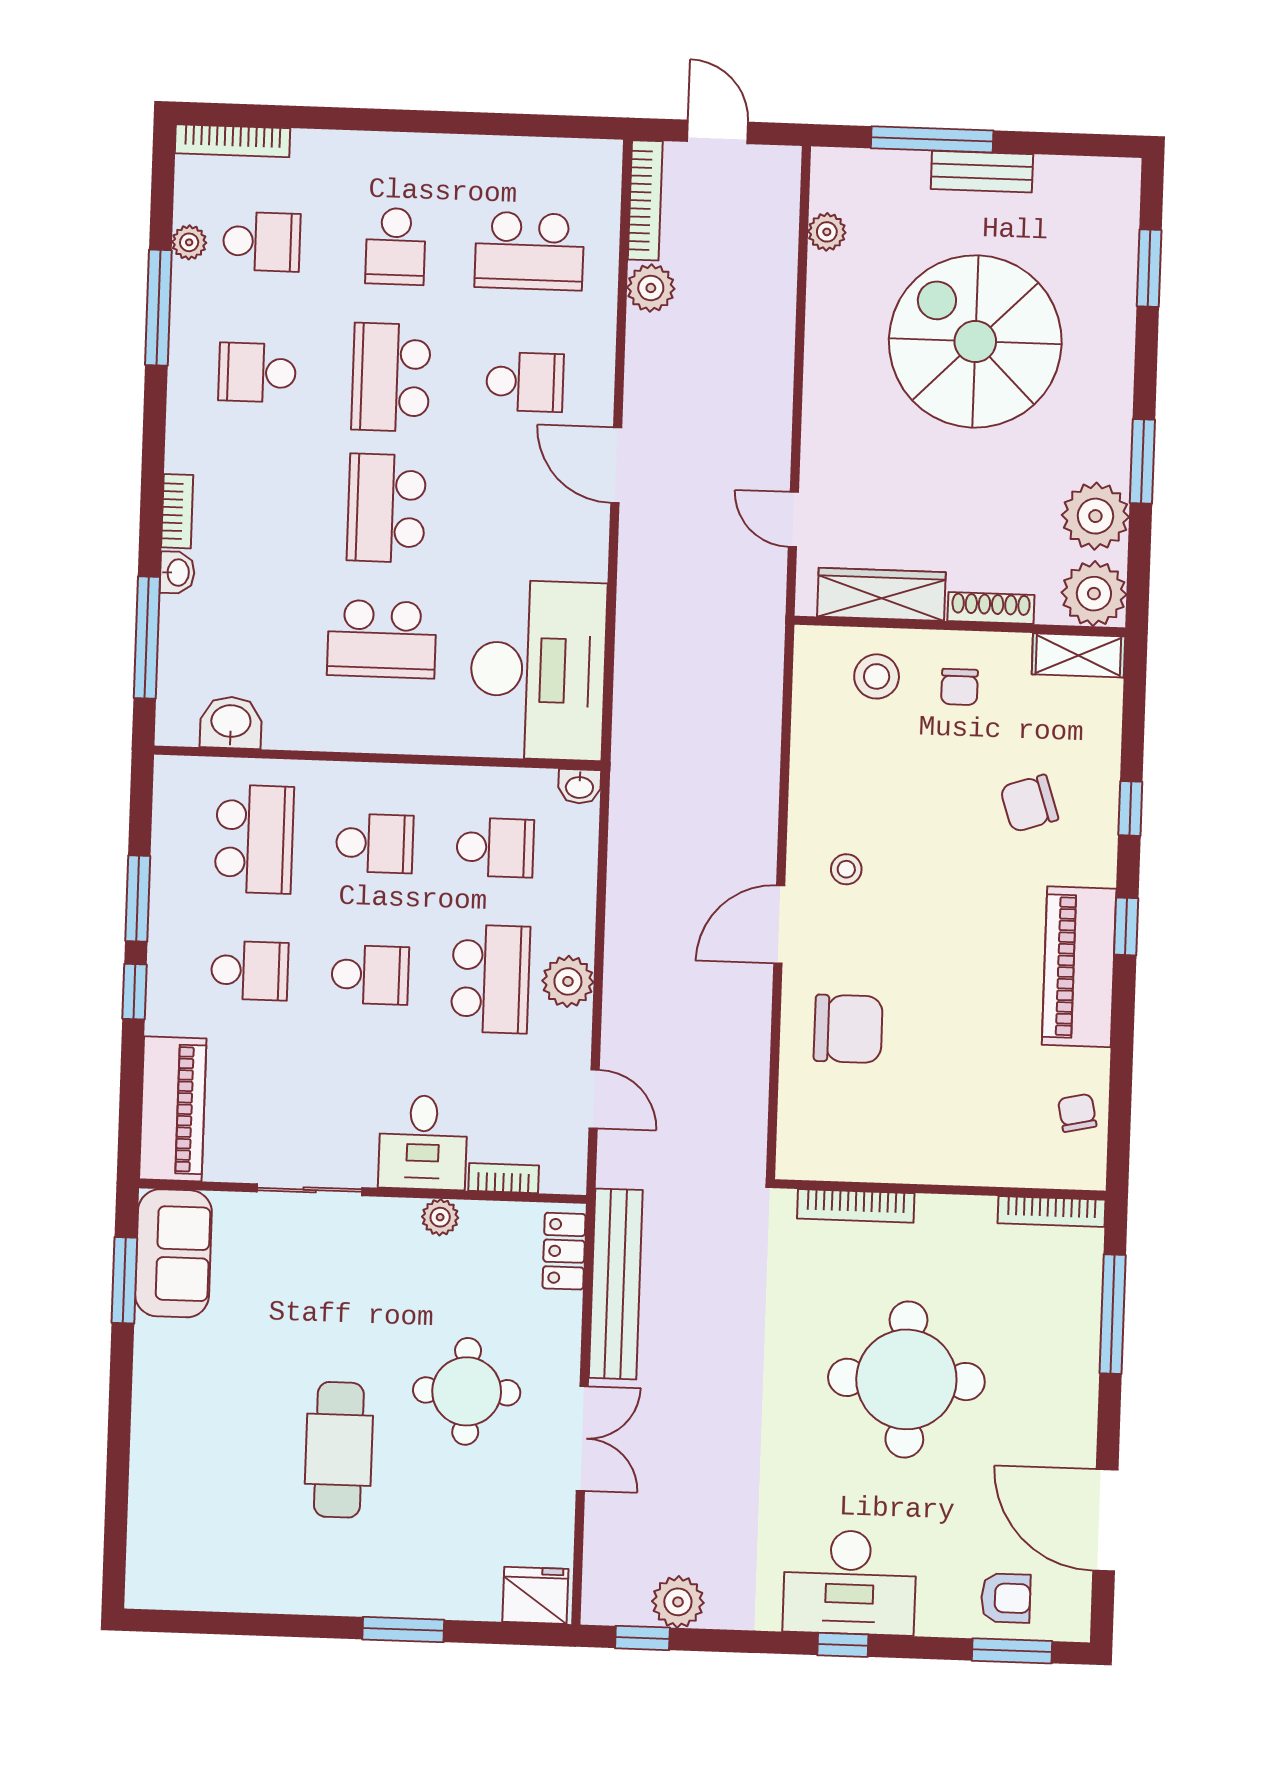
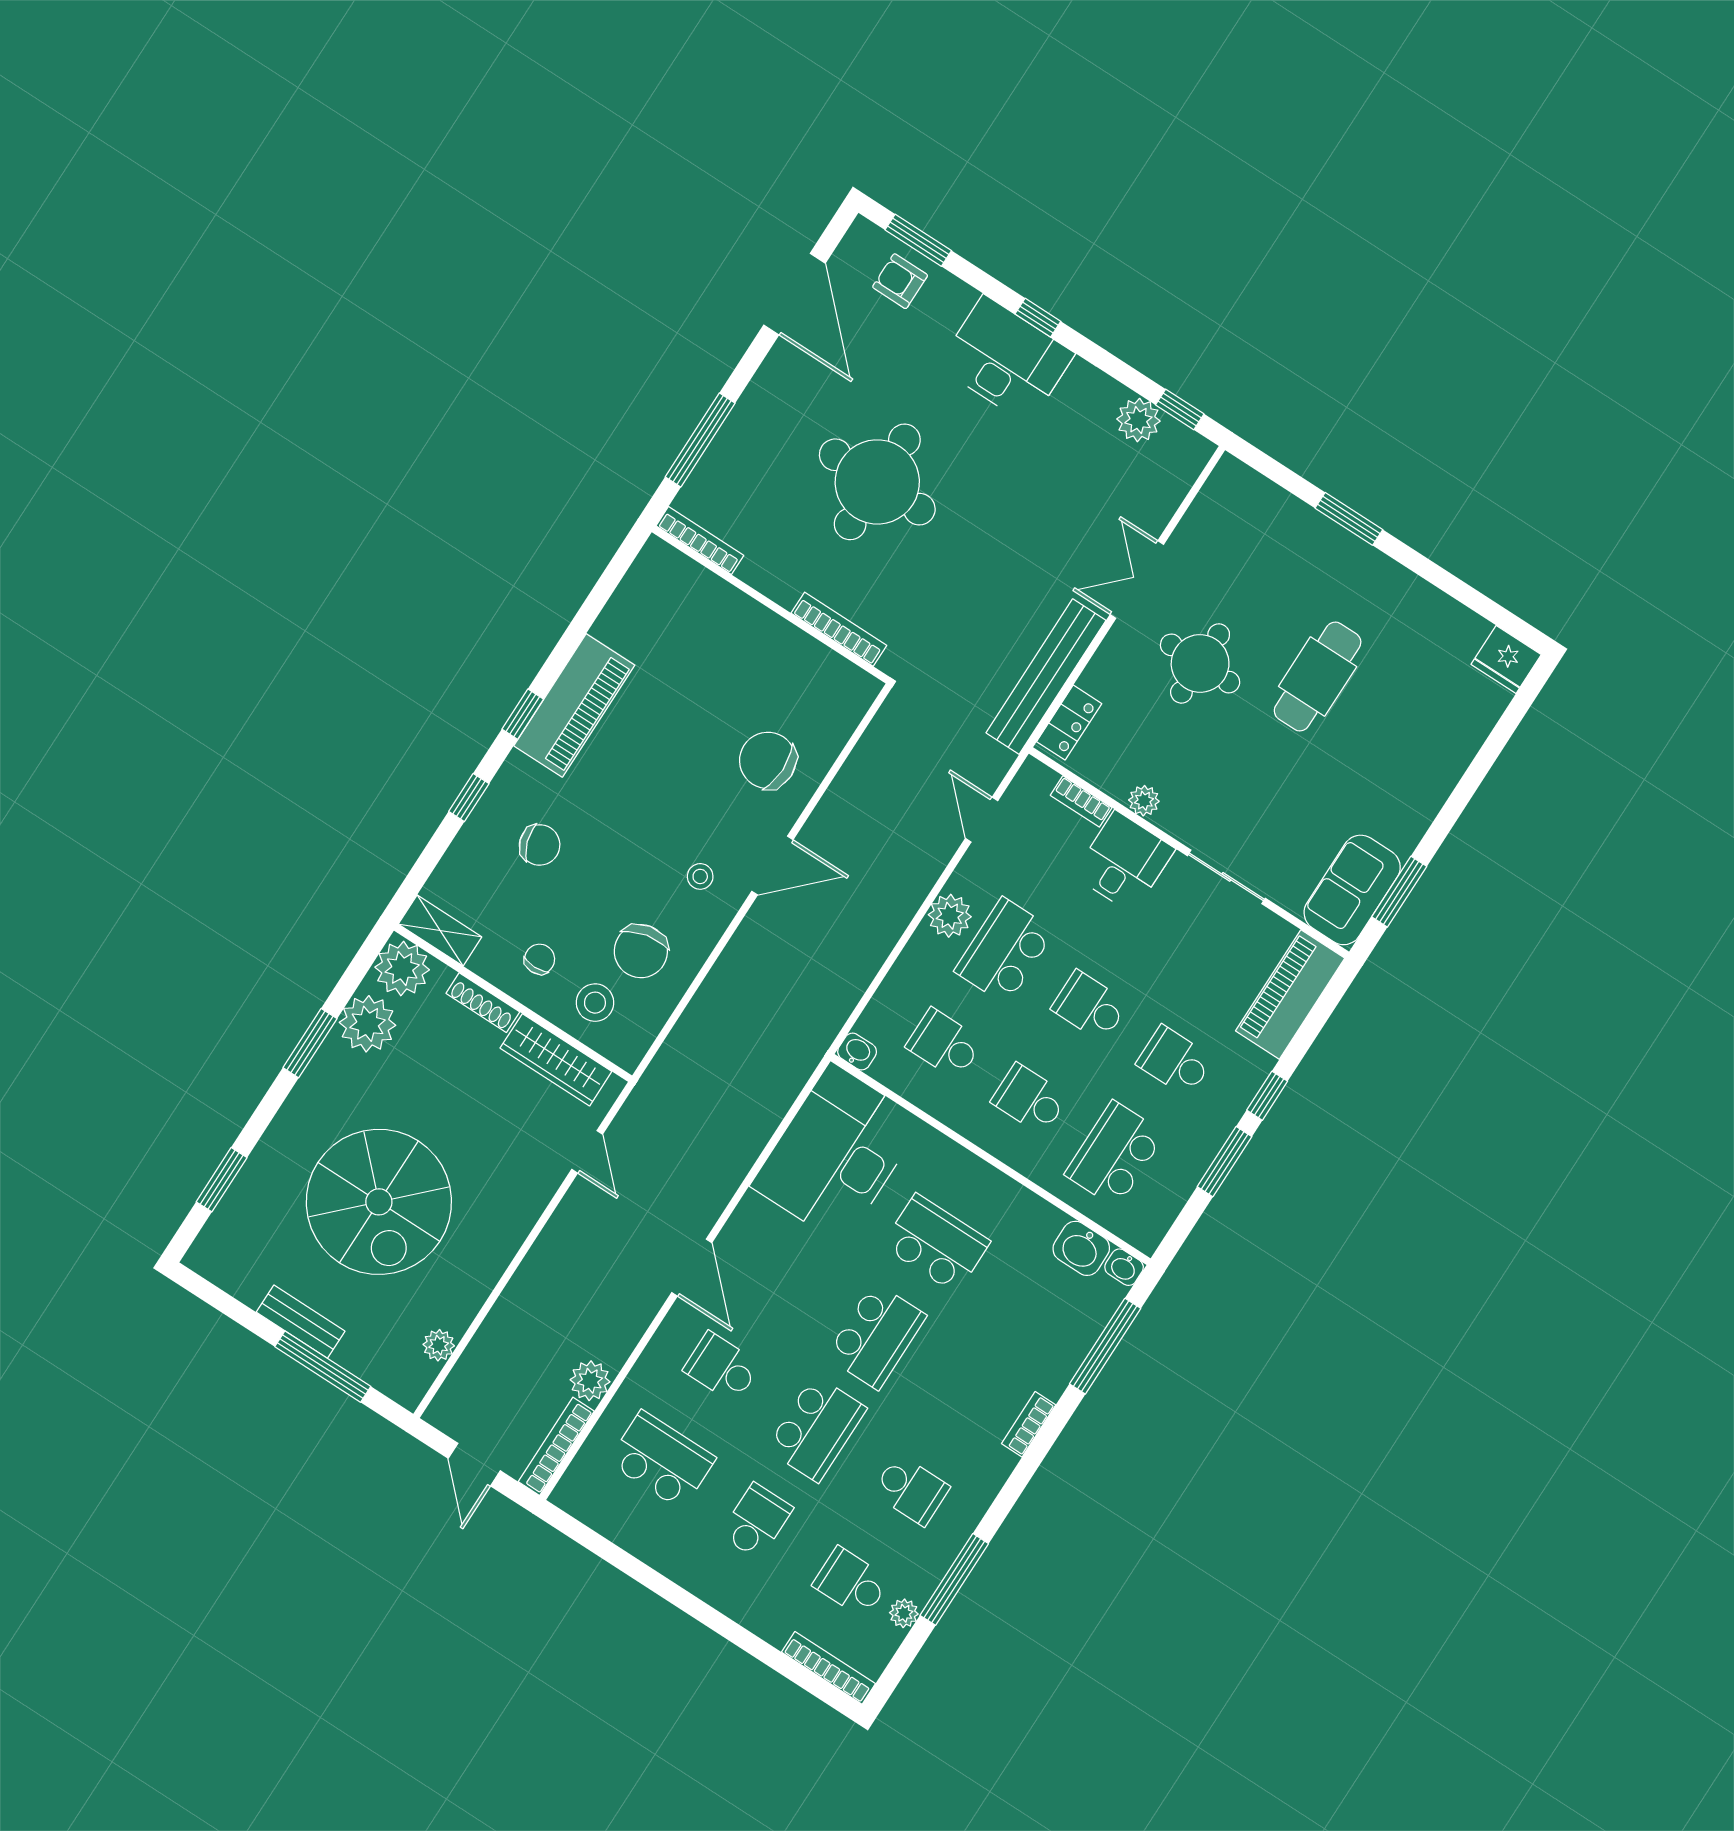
washbasin: (177, 573) -> (1124, 1267), moved, turned -90
chair: (1077, 1113) -> (641, 951), moved, width x1.87, depth x1.87
fridge: (535, 1595) -> (1506, 659), moved

